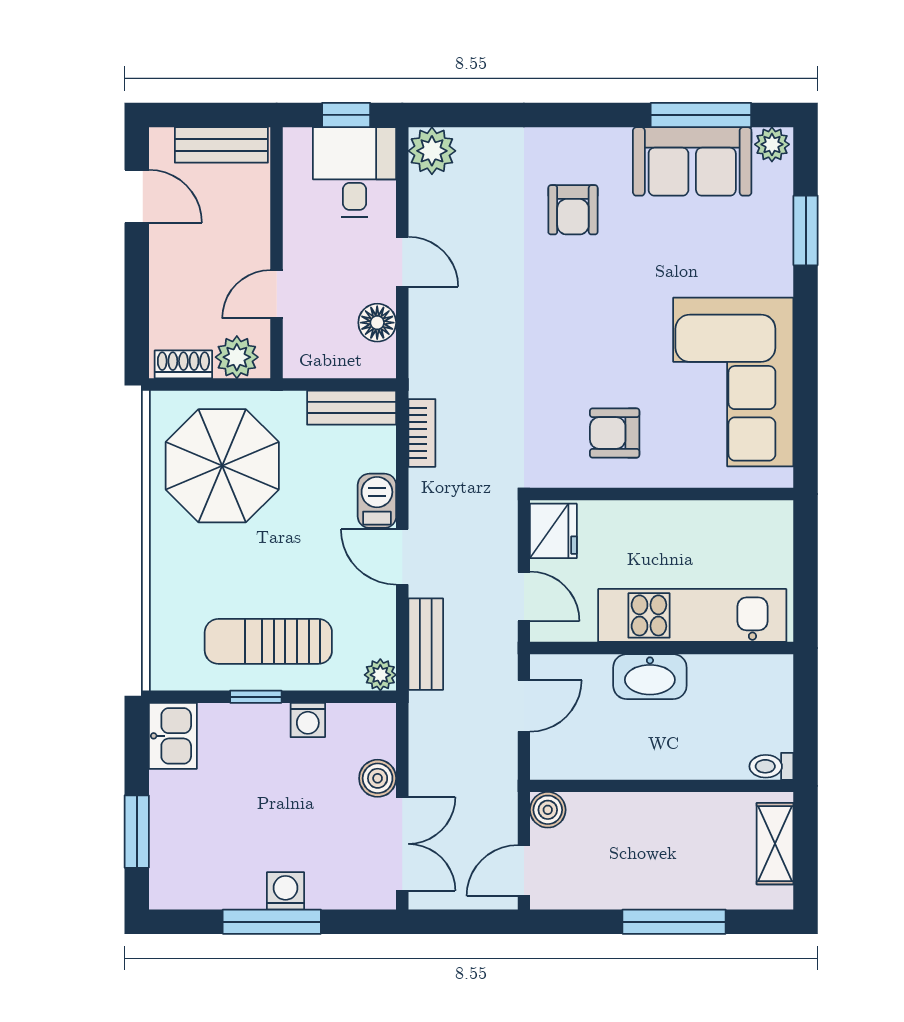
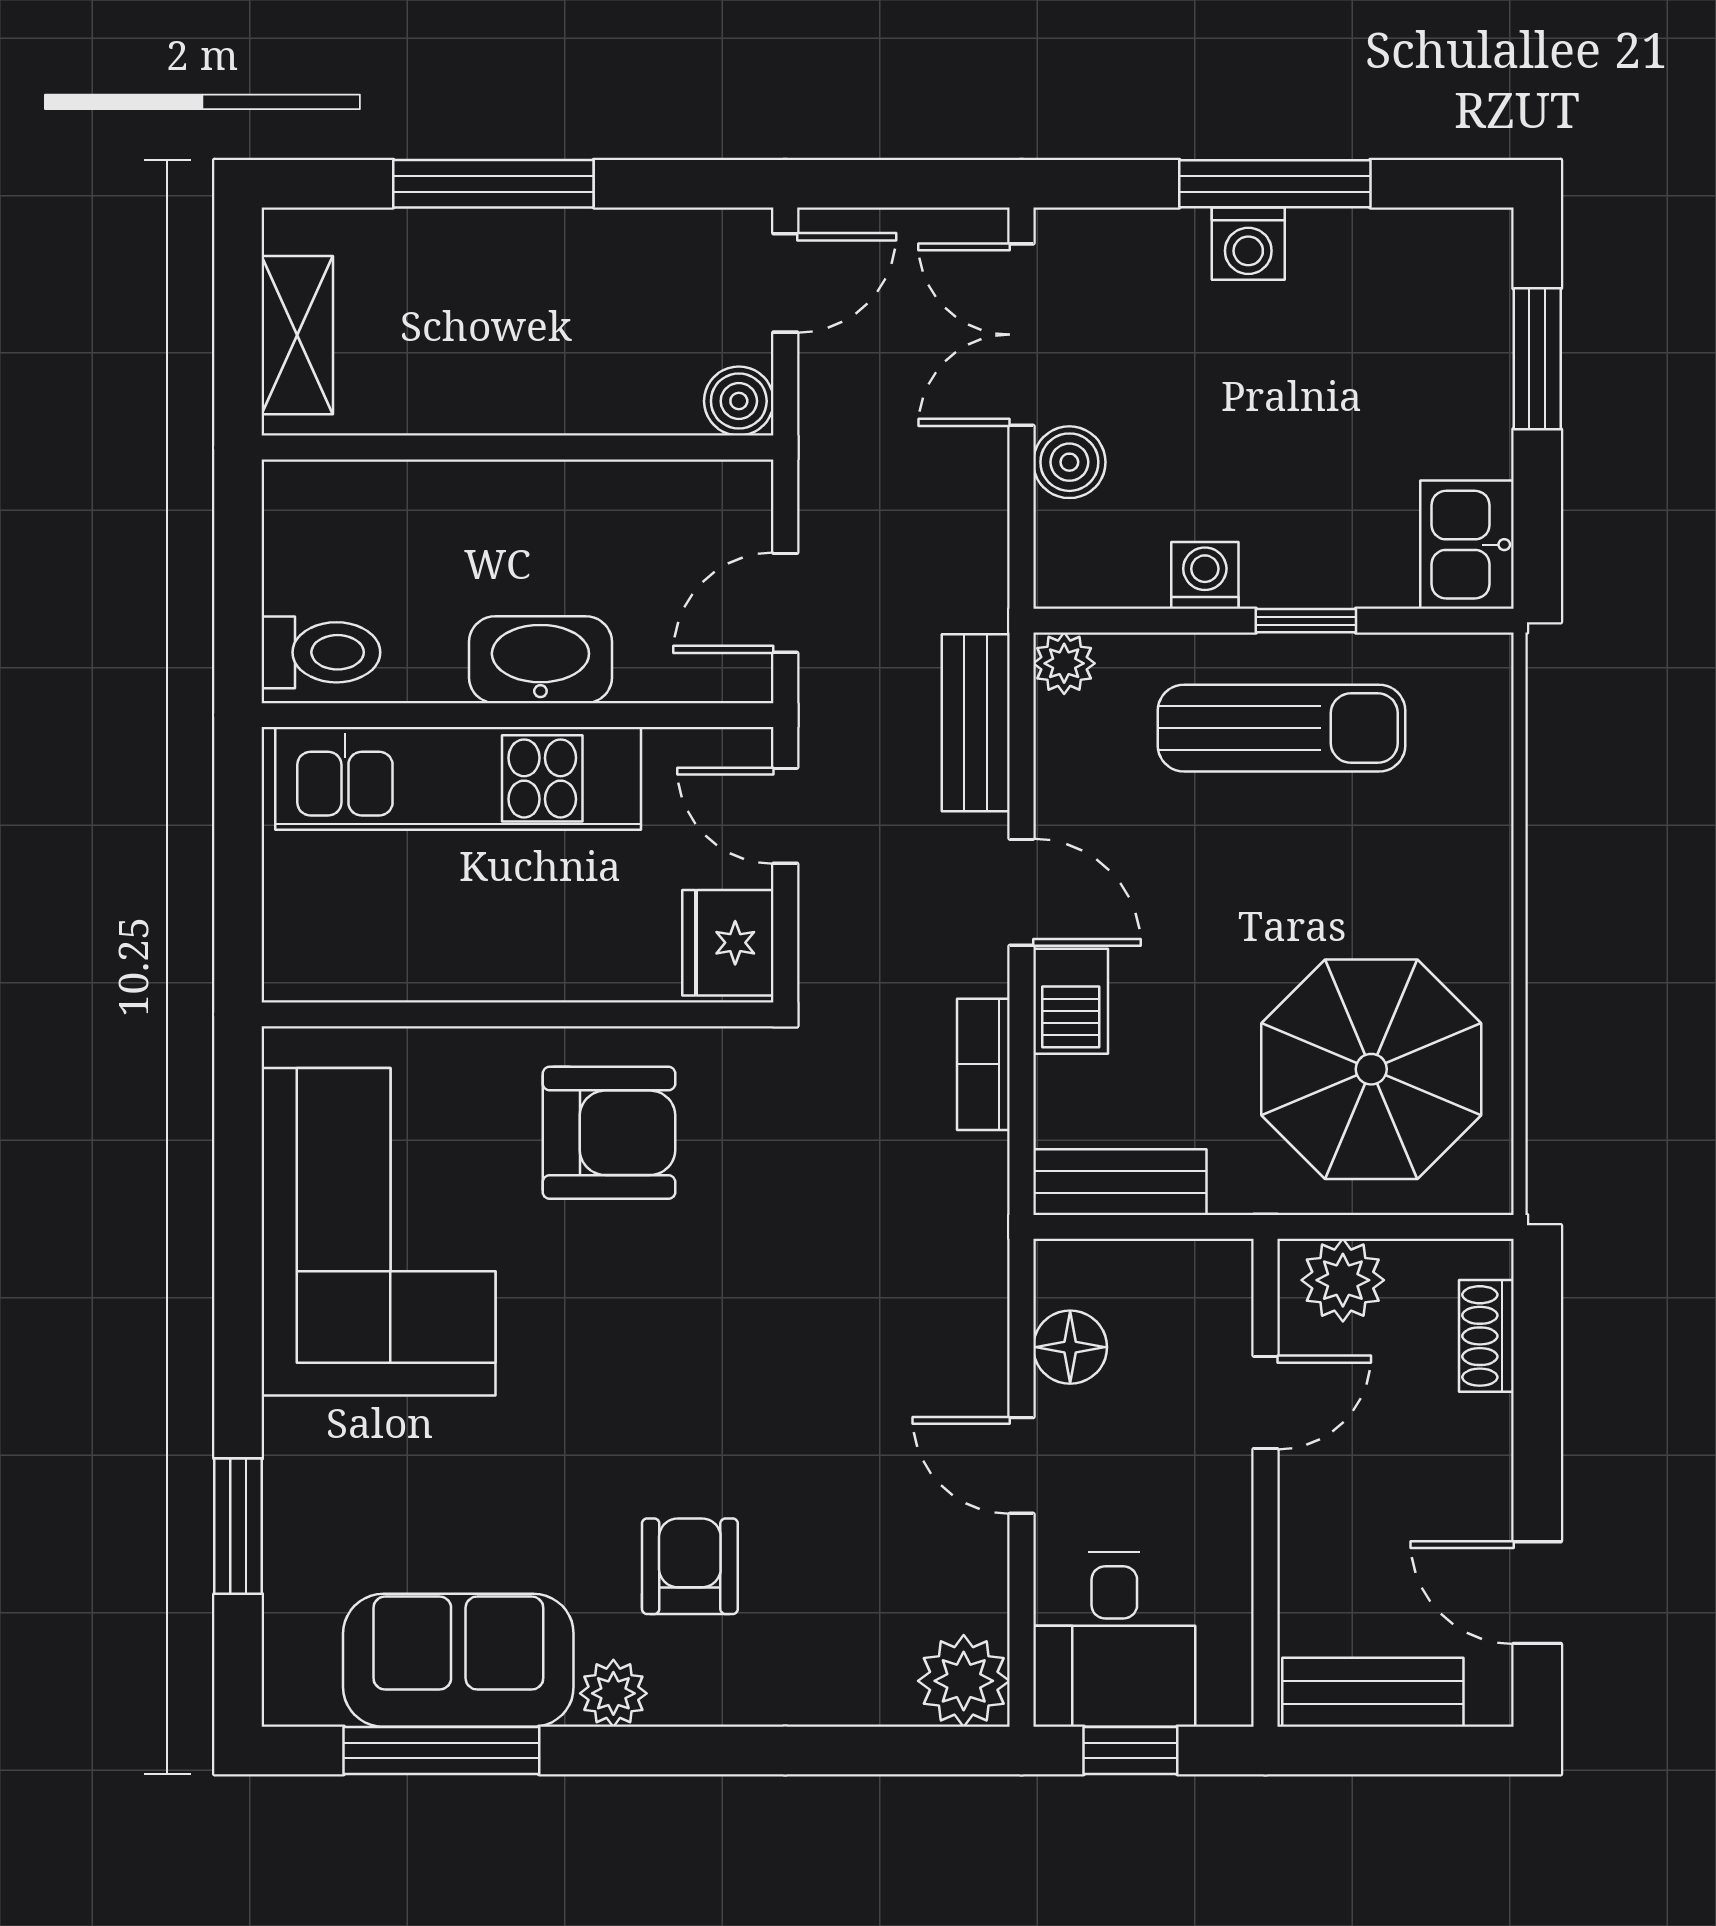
plant: (772, 144) -> (613, 1693), moved
shoe rack: (183, 364) -> (1486, 1336), moved, turned 90
bookcase: (422, 433) -> (983, 1064), moved
armchair: (615, 433) -> (609, 1133), width x1.38, depth x1.38
toilet: (771, 766) -> (321, 652), moved, width x1.37, depth x1.39

